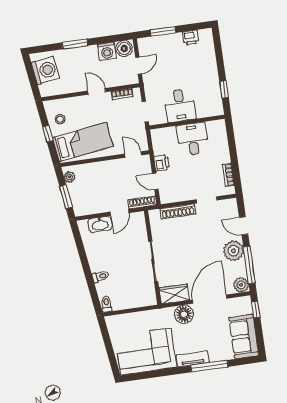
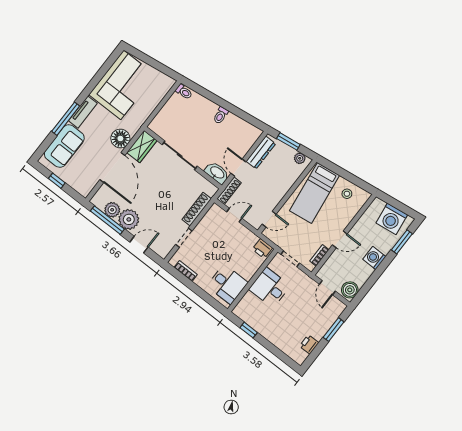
window: (75, 44) -> (402, 242), moved
washing machine: (107, 51) -> (374, 258), moved
window: (48, 134) -> (345, 175), removed
desk: (193, 139) -> (227, 284), moved
printer: (162, 163) -> (262, 249), moved
dresser: (93, 208) -> (261, 152), added
washbasin: (100, 224) -> (217, 173), moved, turned 90
toilet: (101, 276) -> (221, 115), moved
plant: (241, 285) -> (112, 210), moved
window: (256, 310) -> (57, 181), moved
sofa: (244, 336) -> (64, 146), moved, turned 90

